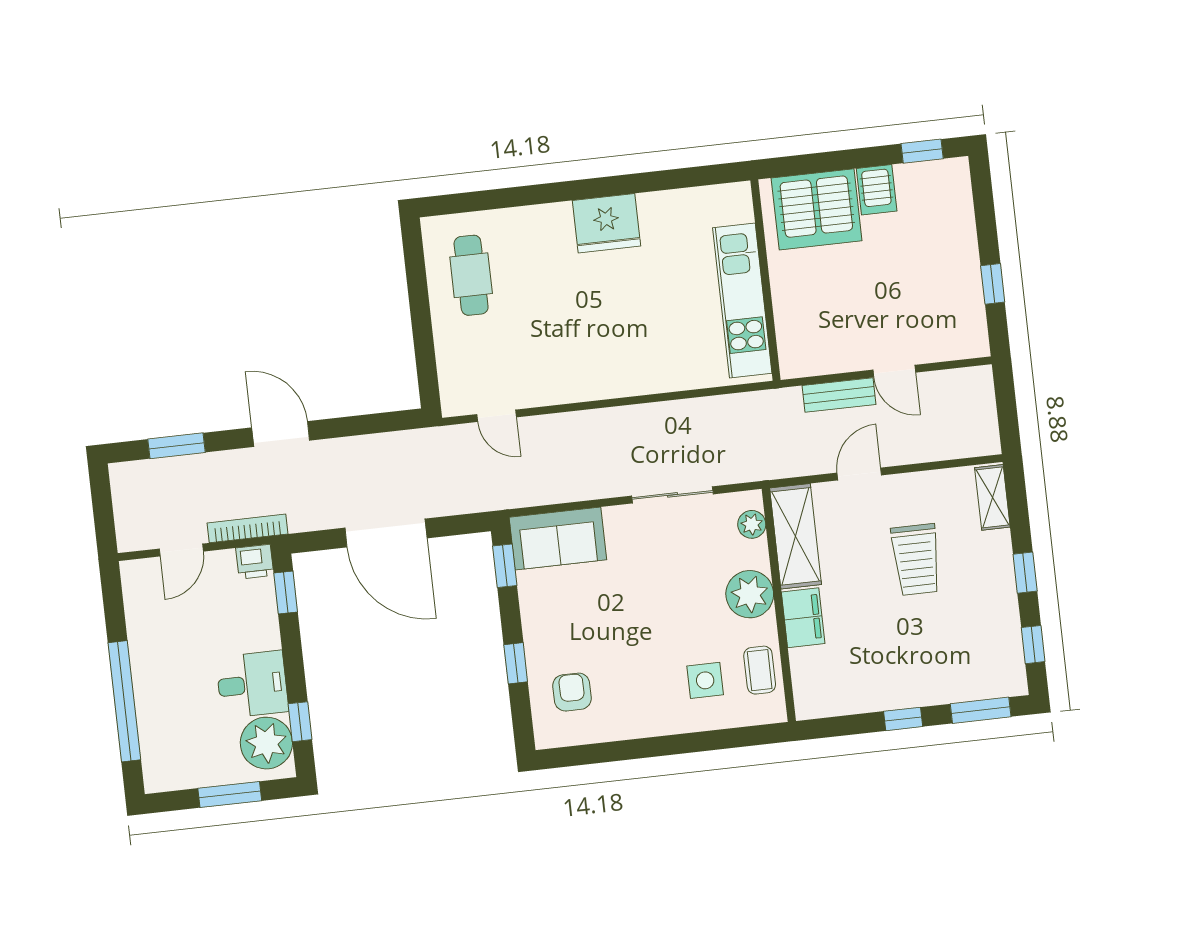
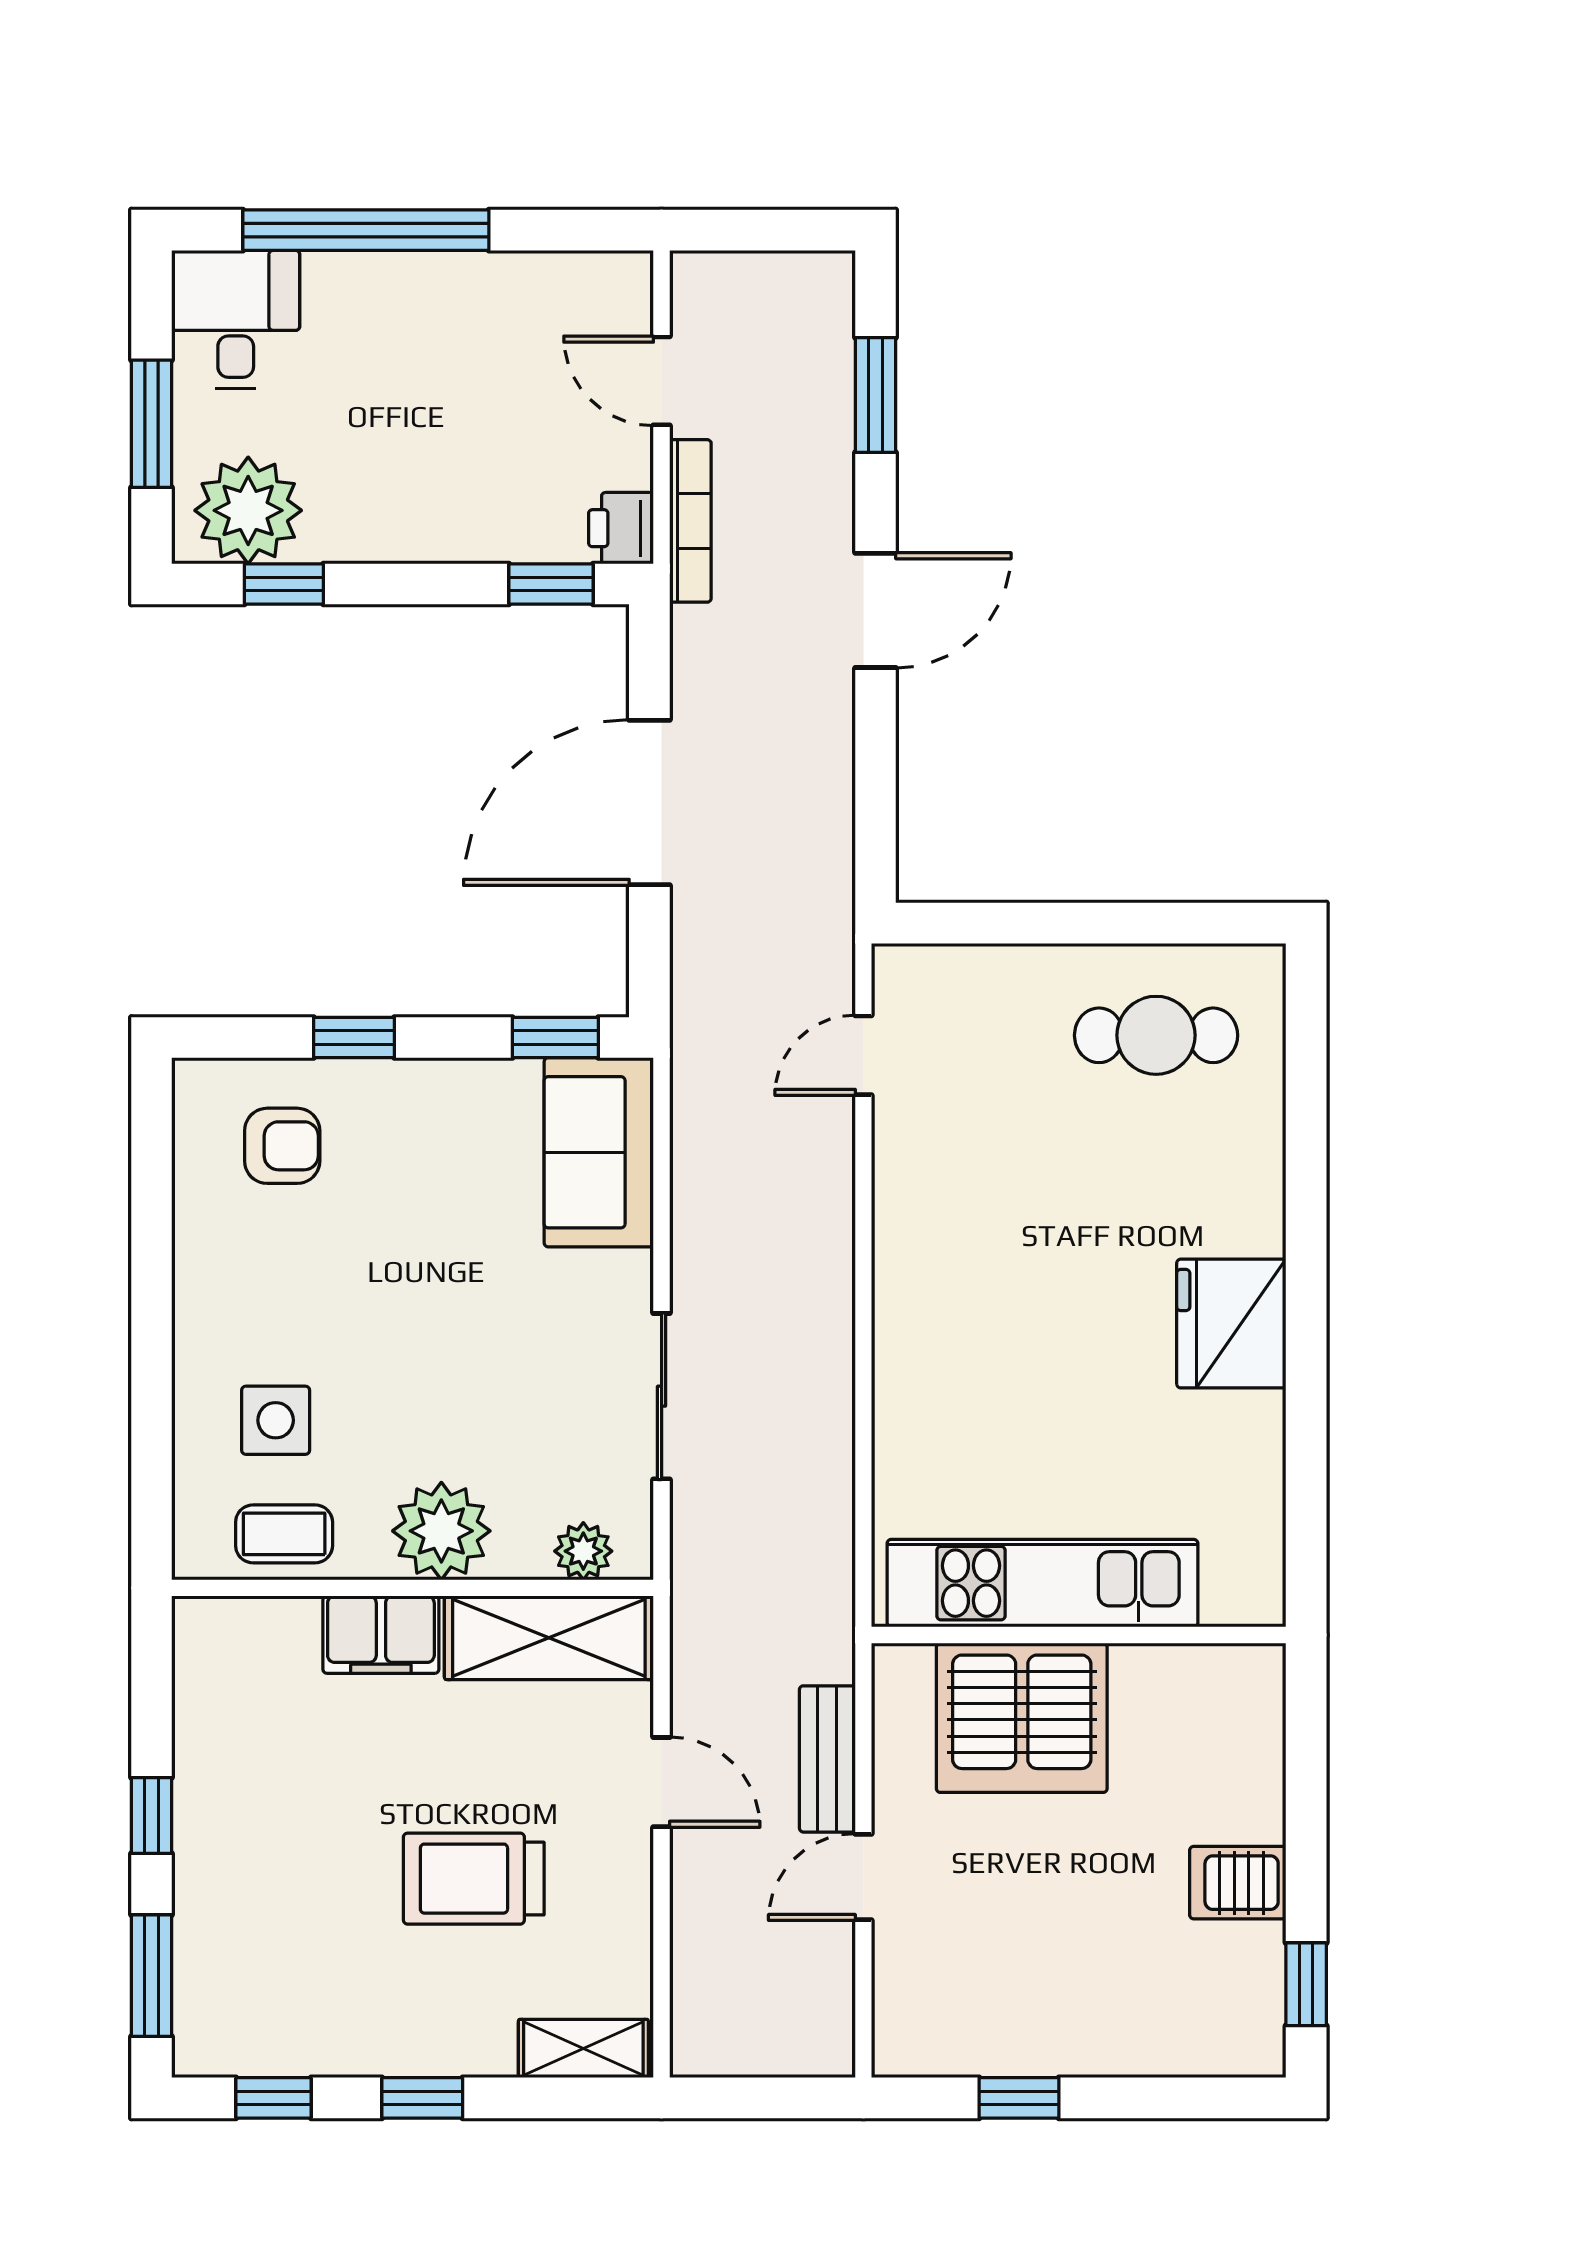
server rack: (817, 209) -> (1022, 1718), moved, turned -90
desk: (252, 684) -> (236, 319), moved, turned 180

